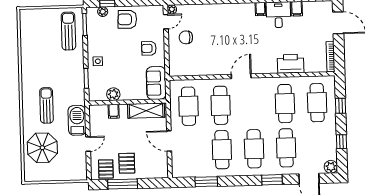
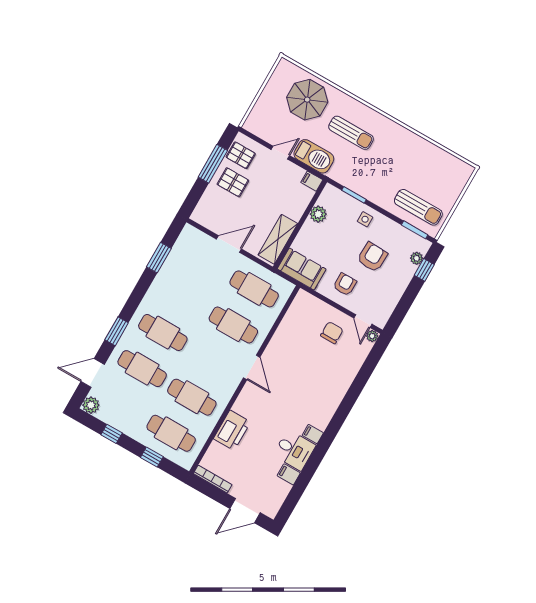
armchair: (127, 19) -> (372, 257), moved
filing cabinet: (114, 111) -> (312, 181), moved
door: (88, 144) -> (280, 153), swing flipped
cafe table: (222, 150) -> (184, 296), removed

